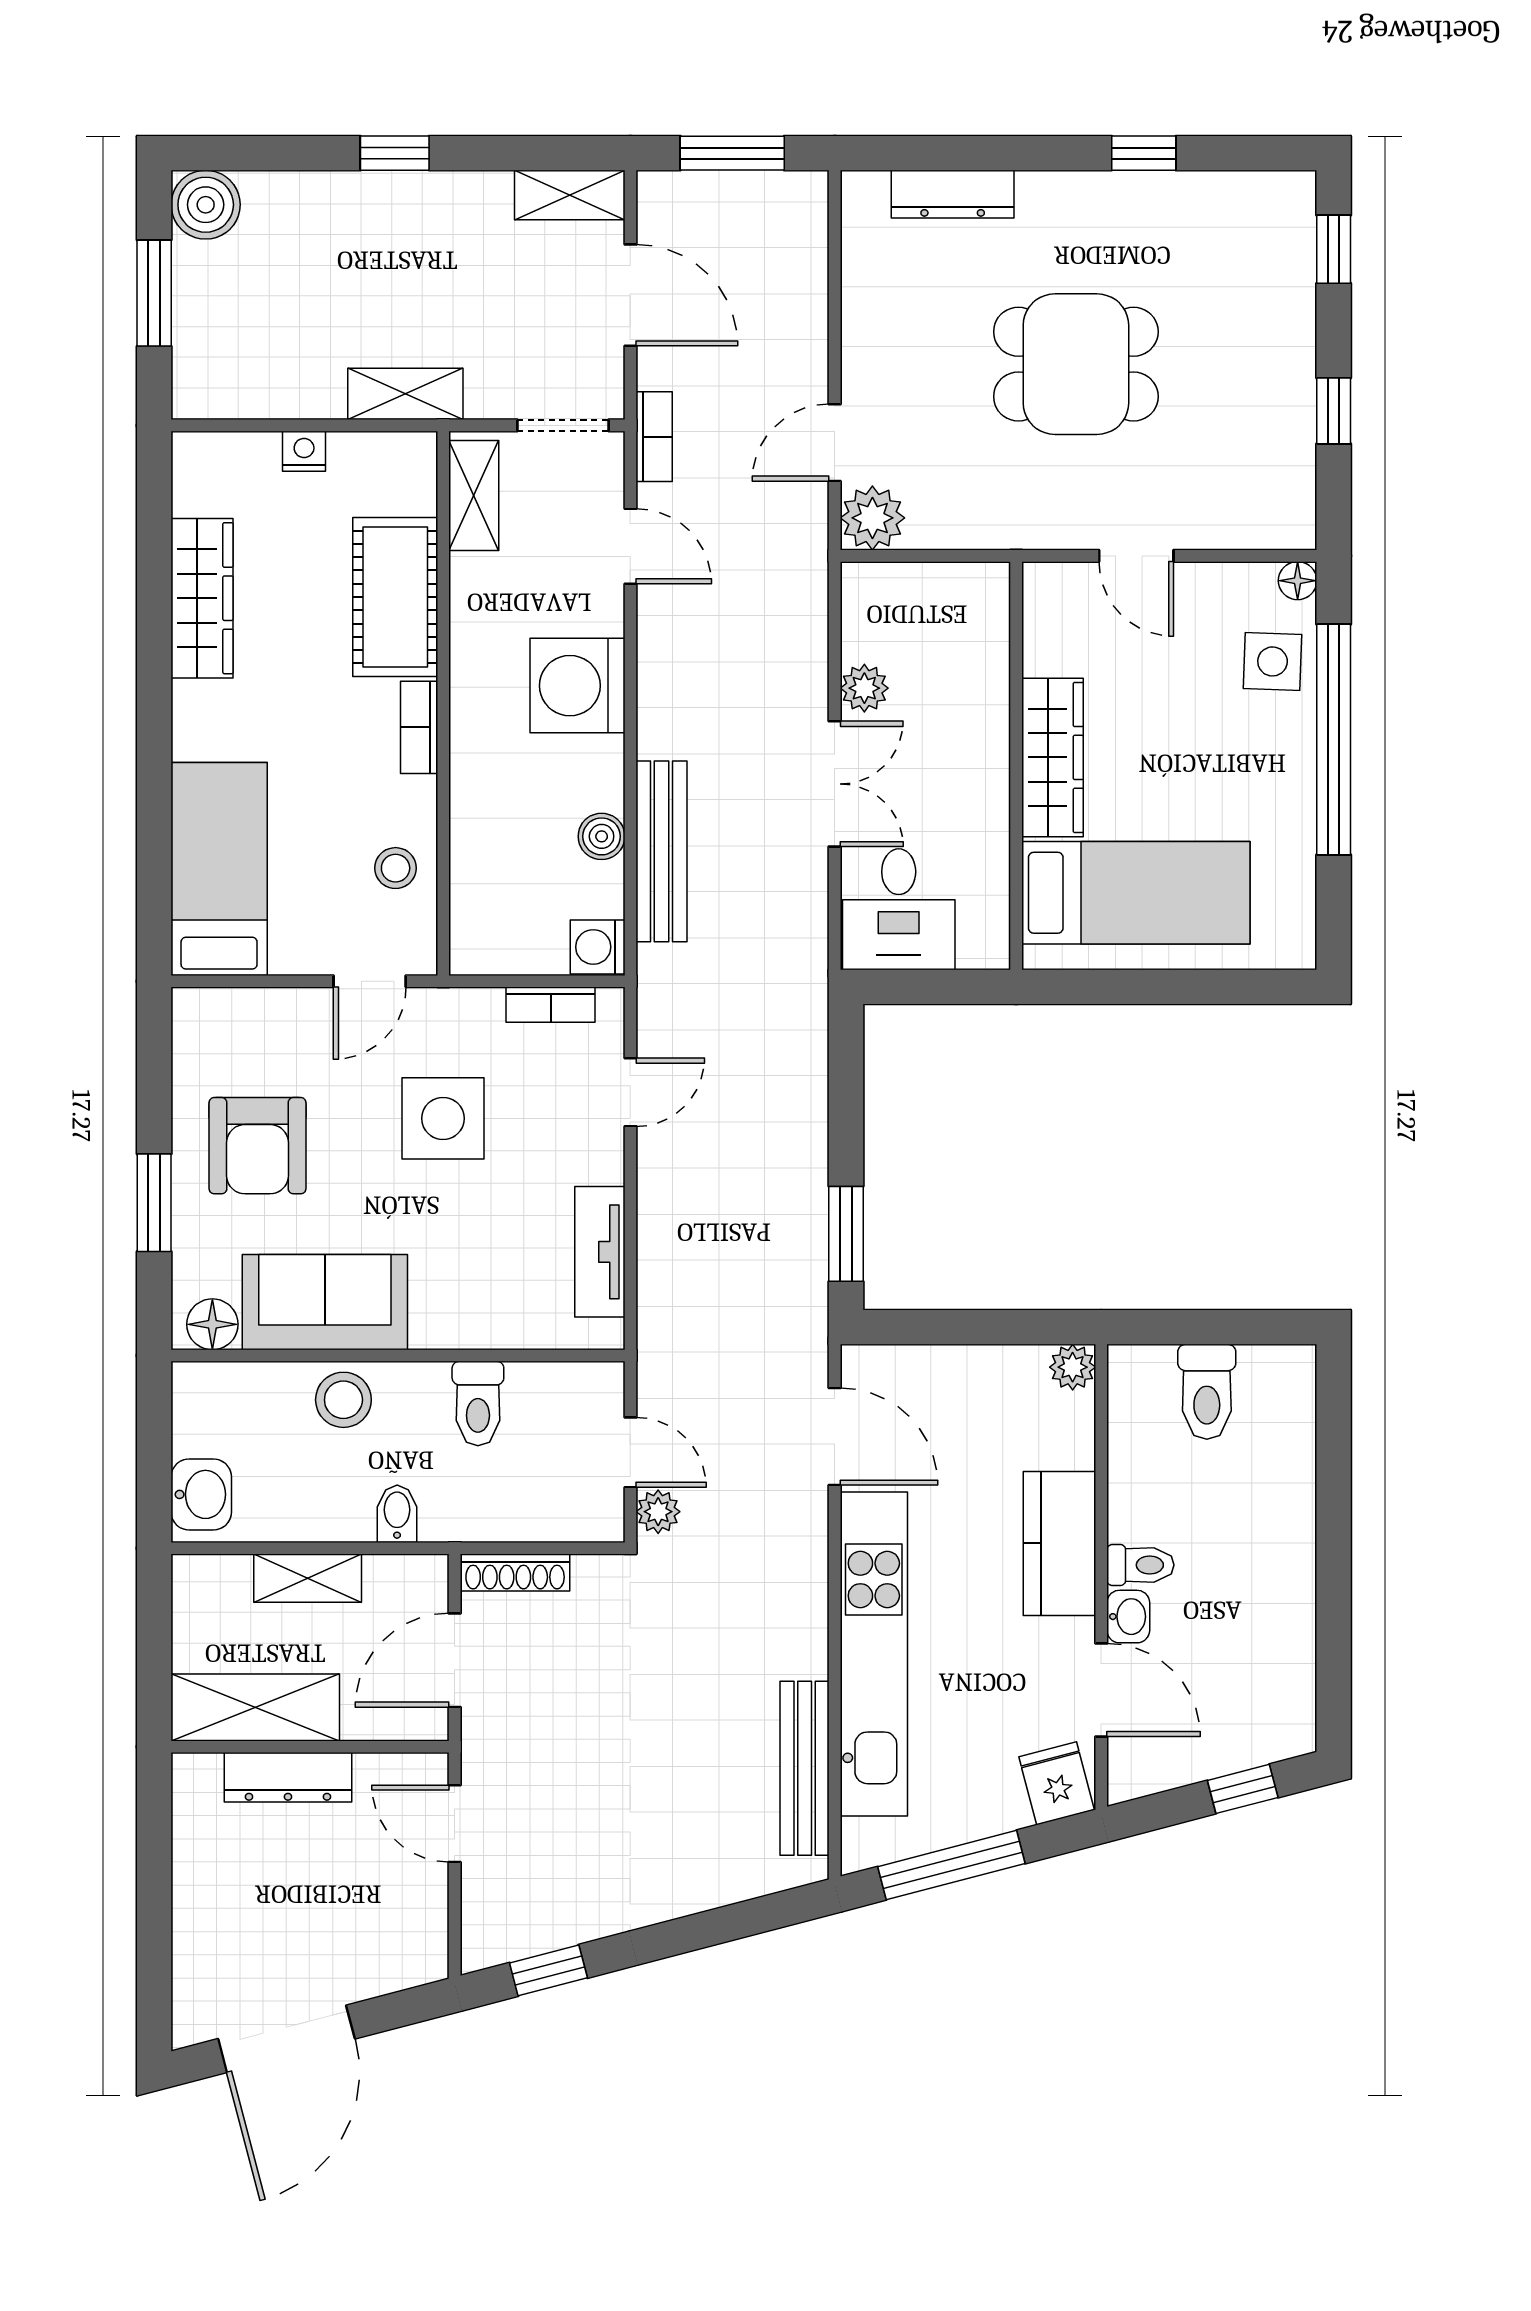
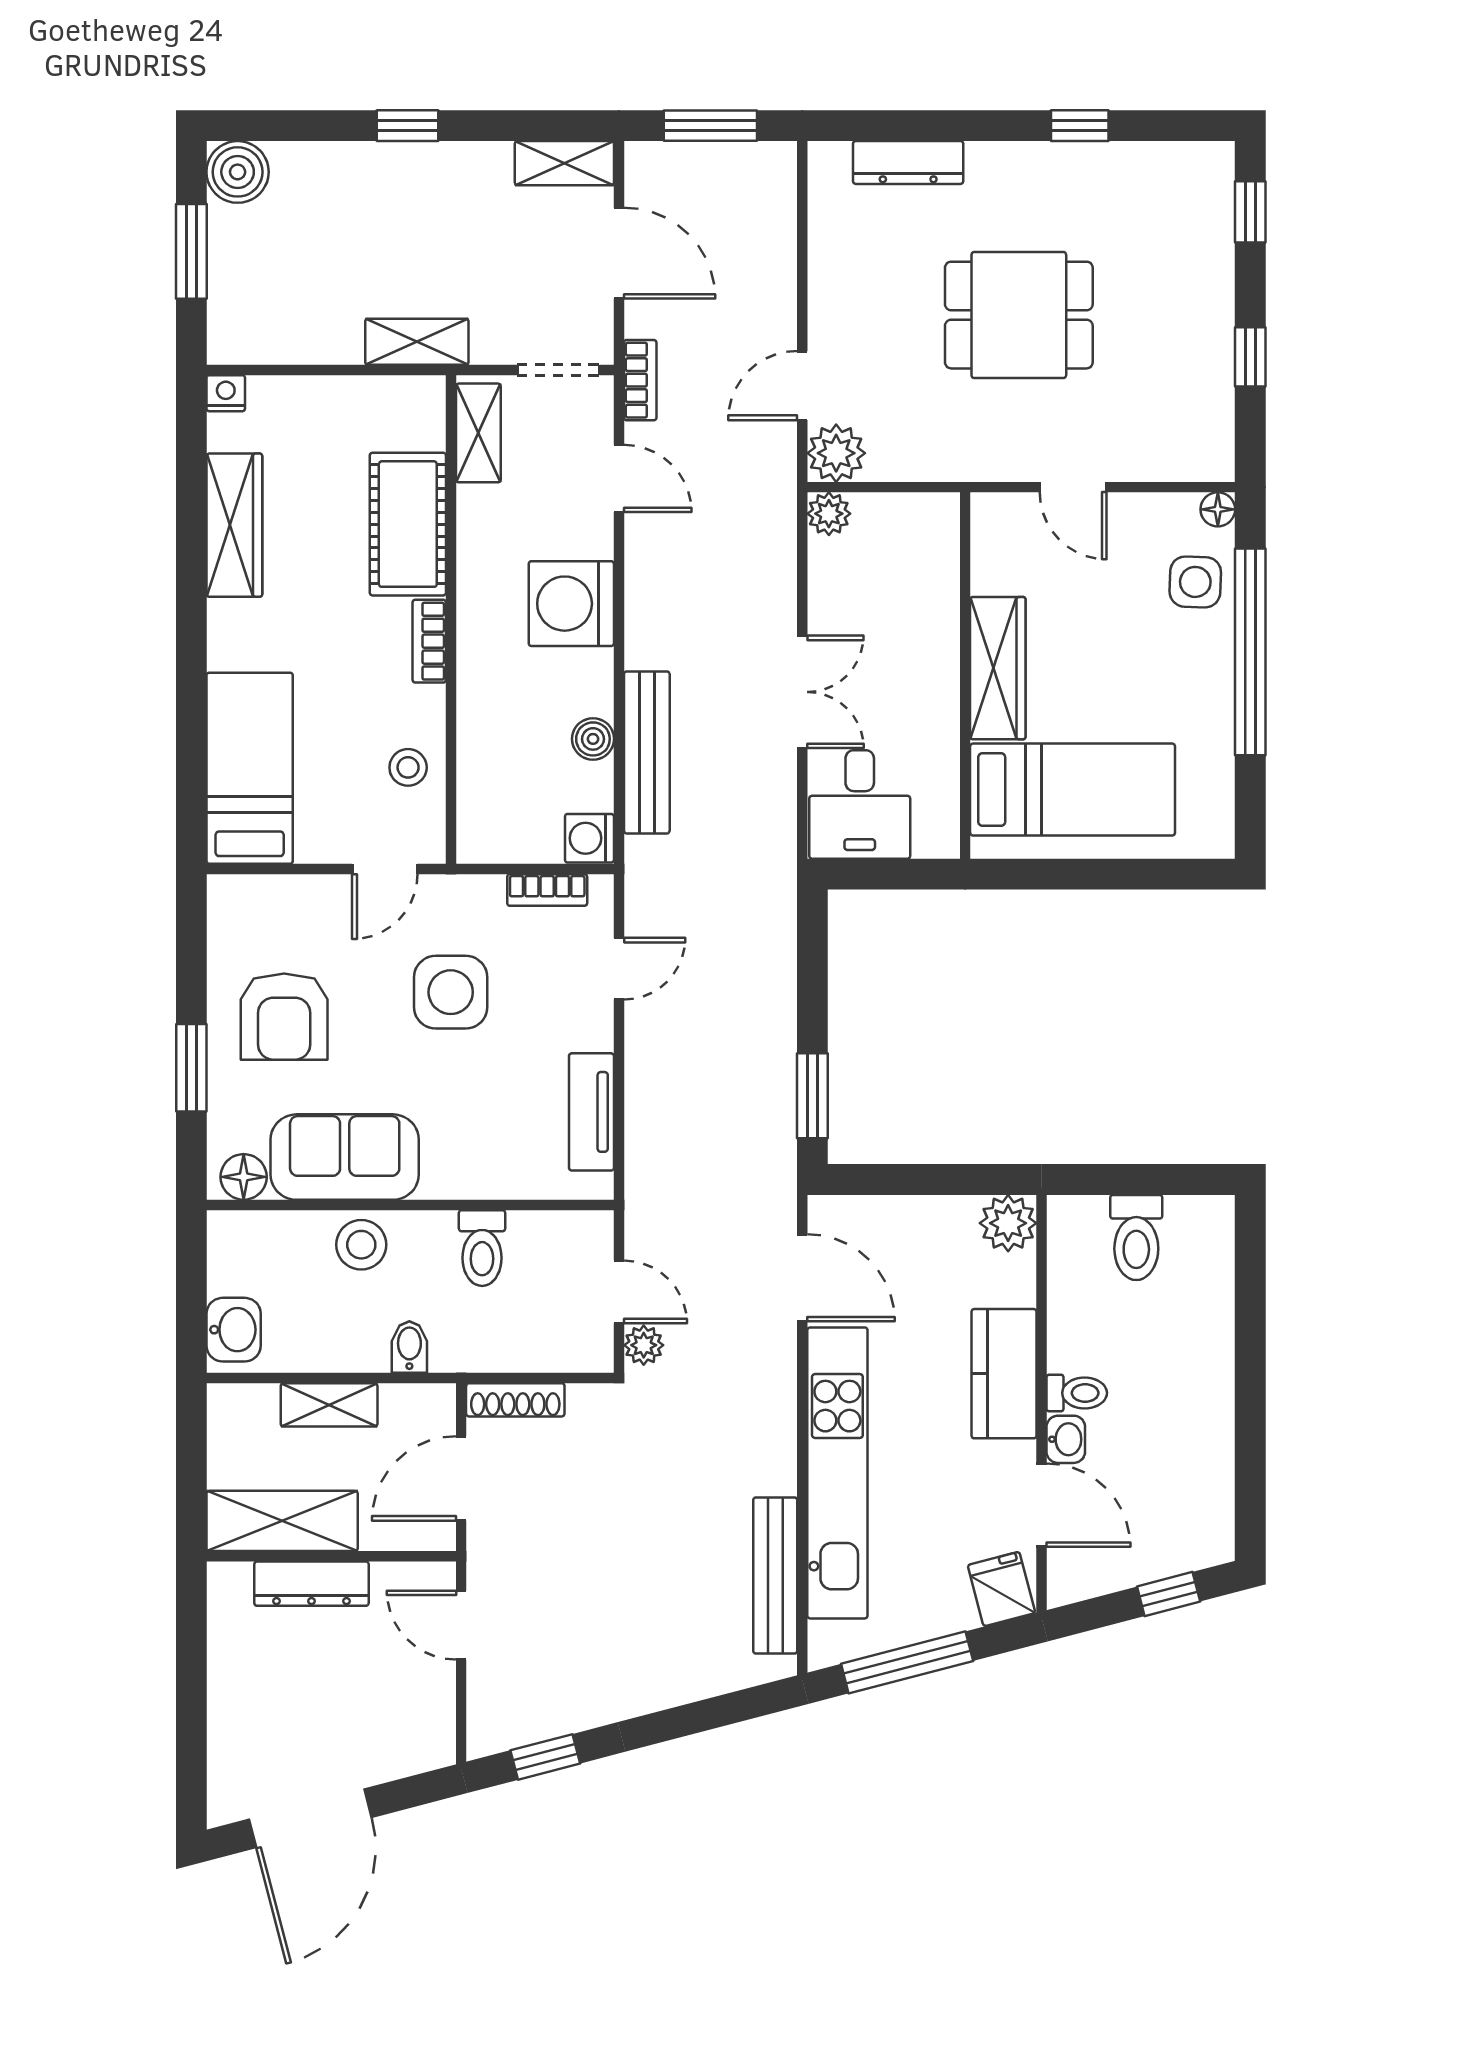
nightstand: (304, 451) -> (226, 393), moved
plant: (864, 688) -> (829, 514), moved
plant: (1073, 1367) -> (1008, 1223), width x1.38, depth x1.38

